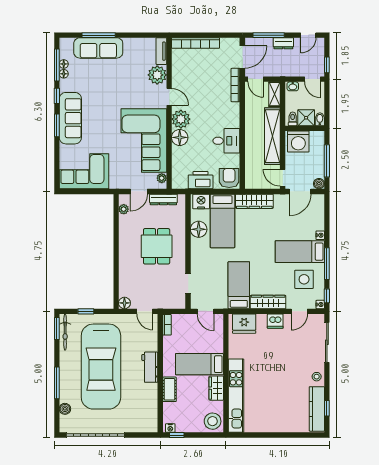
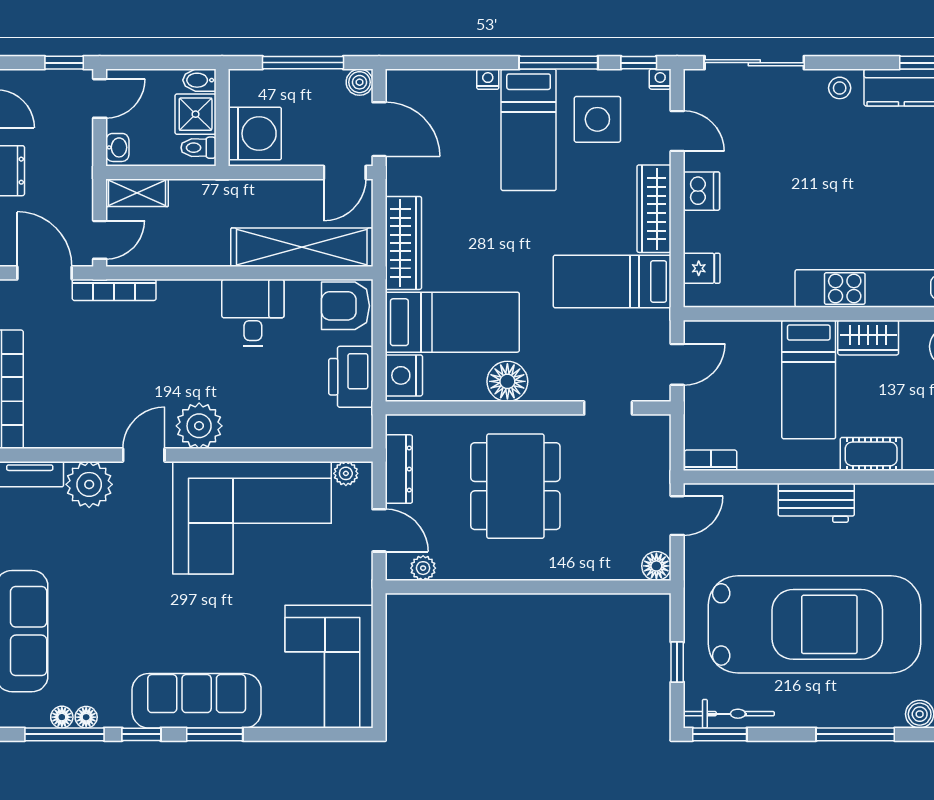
shelving: (272, 136) -> (302, 247), moved
floor lamp: (180, 137) -> (245, 429), removed
floor lamp: (199, 229) -> (507, 381), moved
dining table: (157, 246) -> (515, 486), width x1.38
fridge: (244, 324) -> (702, 268), width x0.53, depth x0.75

